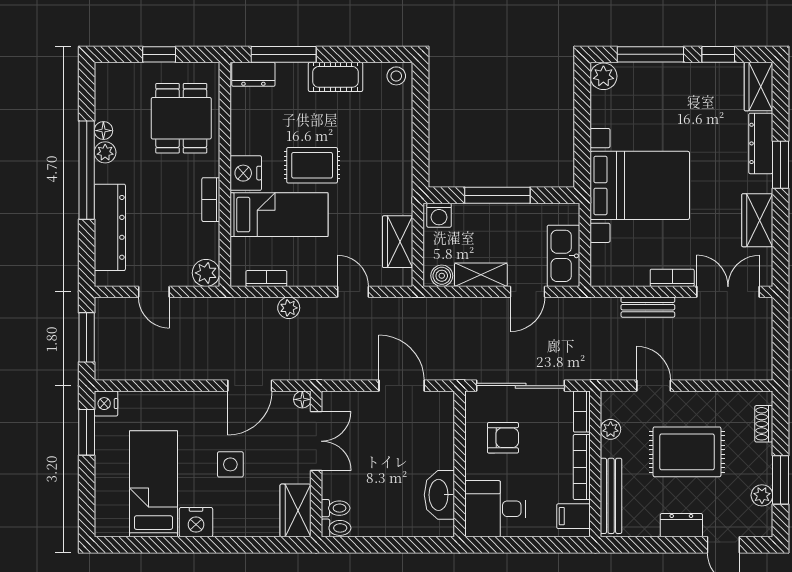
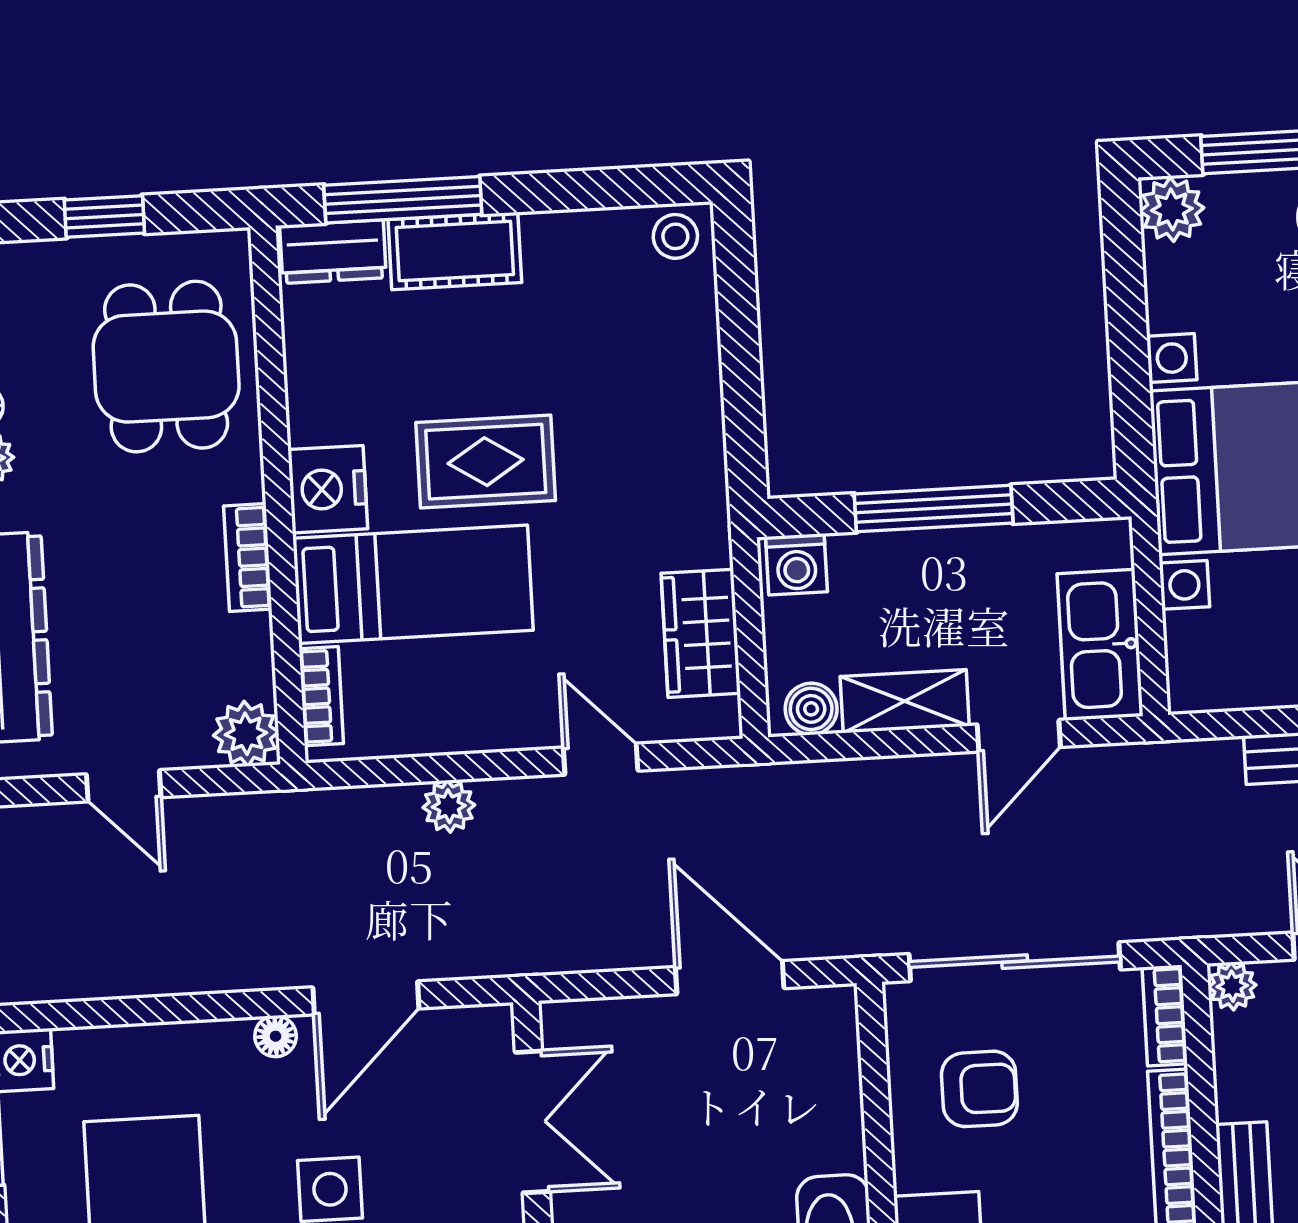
cot: (336, 77) -> (455, 251), moved
bookcase: (266, 278) -> (321, 696), moved, turned 90
floor lamp: (302, 399) -> (276, 1036), moved
plant: (611, 429) -> (1232, 986), moved

